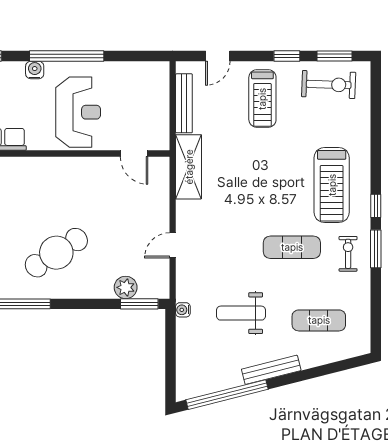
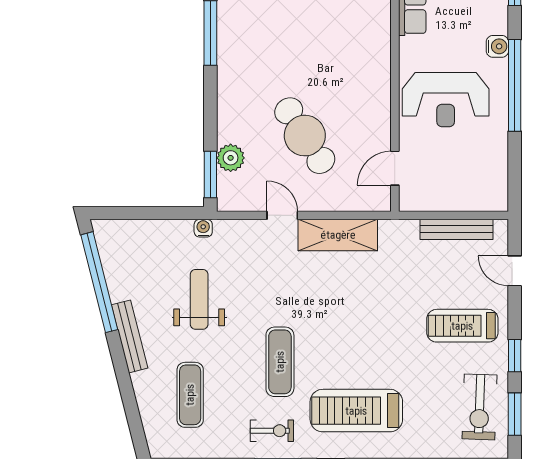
shelving: (189, 167) -> (338, 235), moved
cafe table: (56, 253) -> (305, 136), moved

